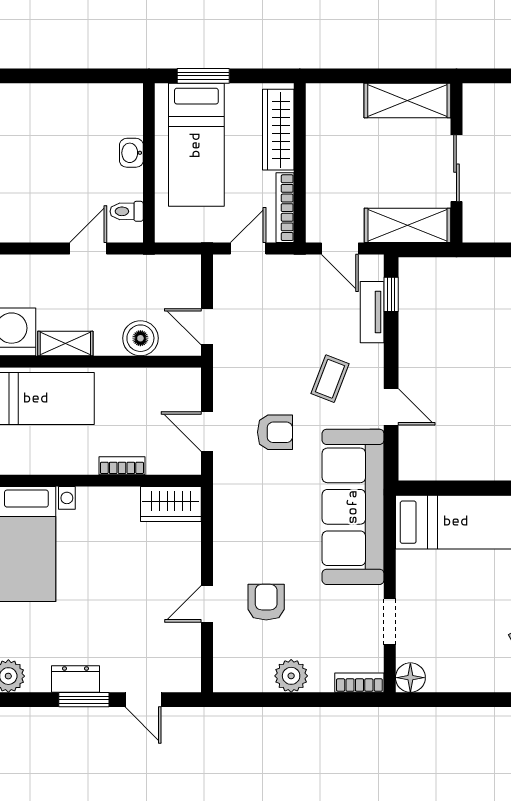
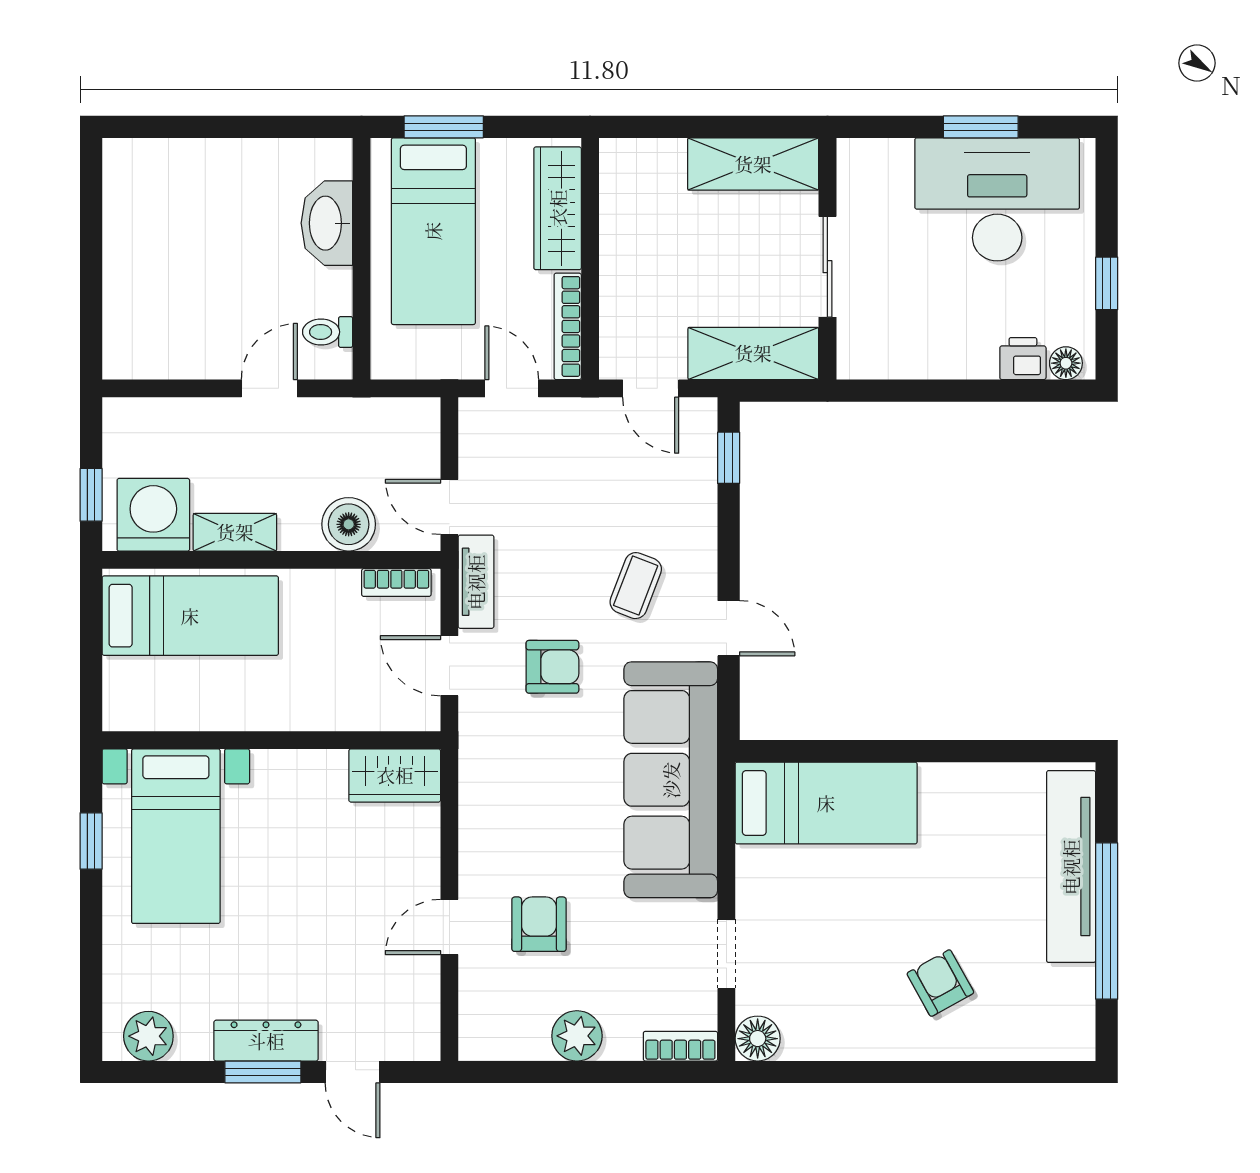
washbasin: (131, 153) -> (327, 223), width x1.91, depth x1.45
door: (248, 249) -> (512, 388), hinge flipped
tv unit: (372, 312) -> (476, 582), moved, turned 180
bookcase: (122, 466) -> (396, 583), moved, turned 180
dresser: (75, 679) -> (266, 1041), width x1.44

